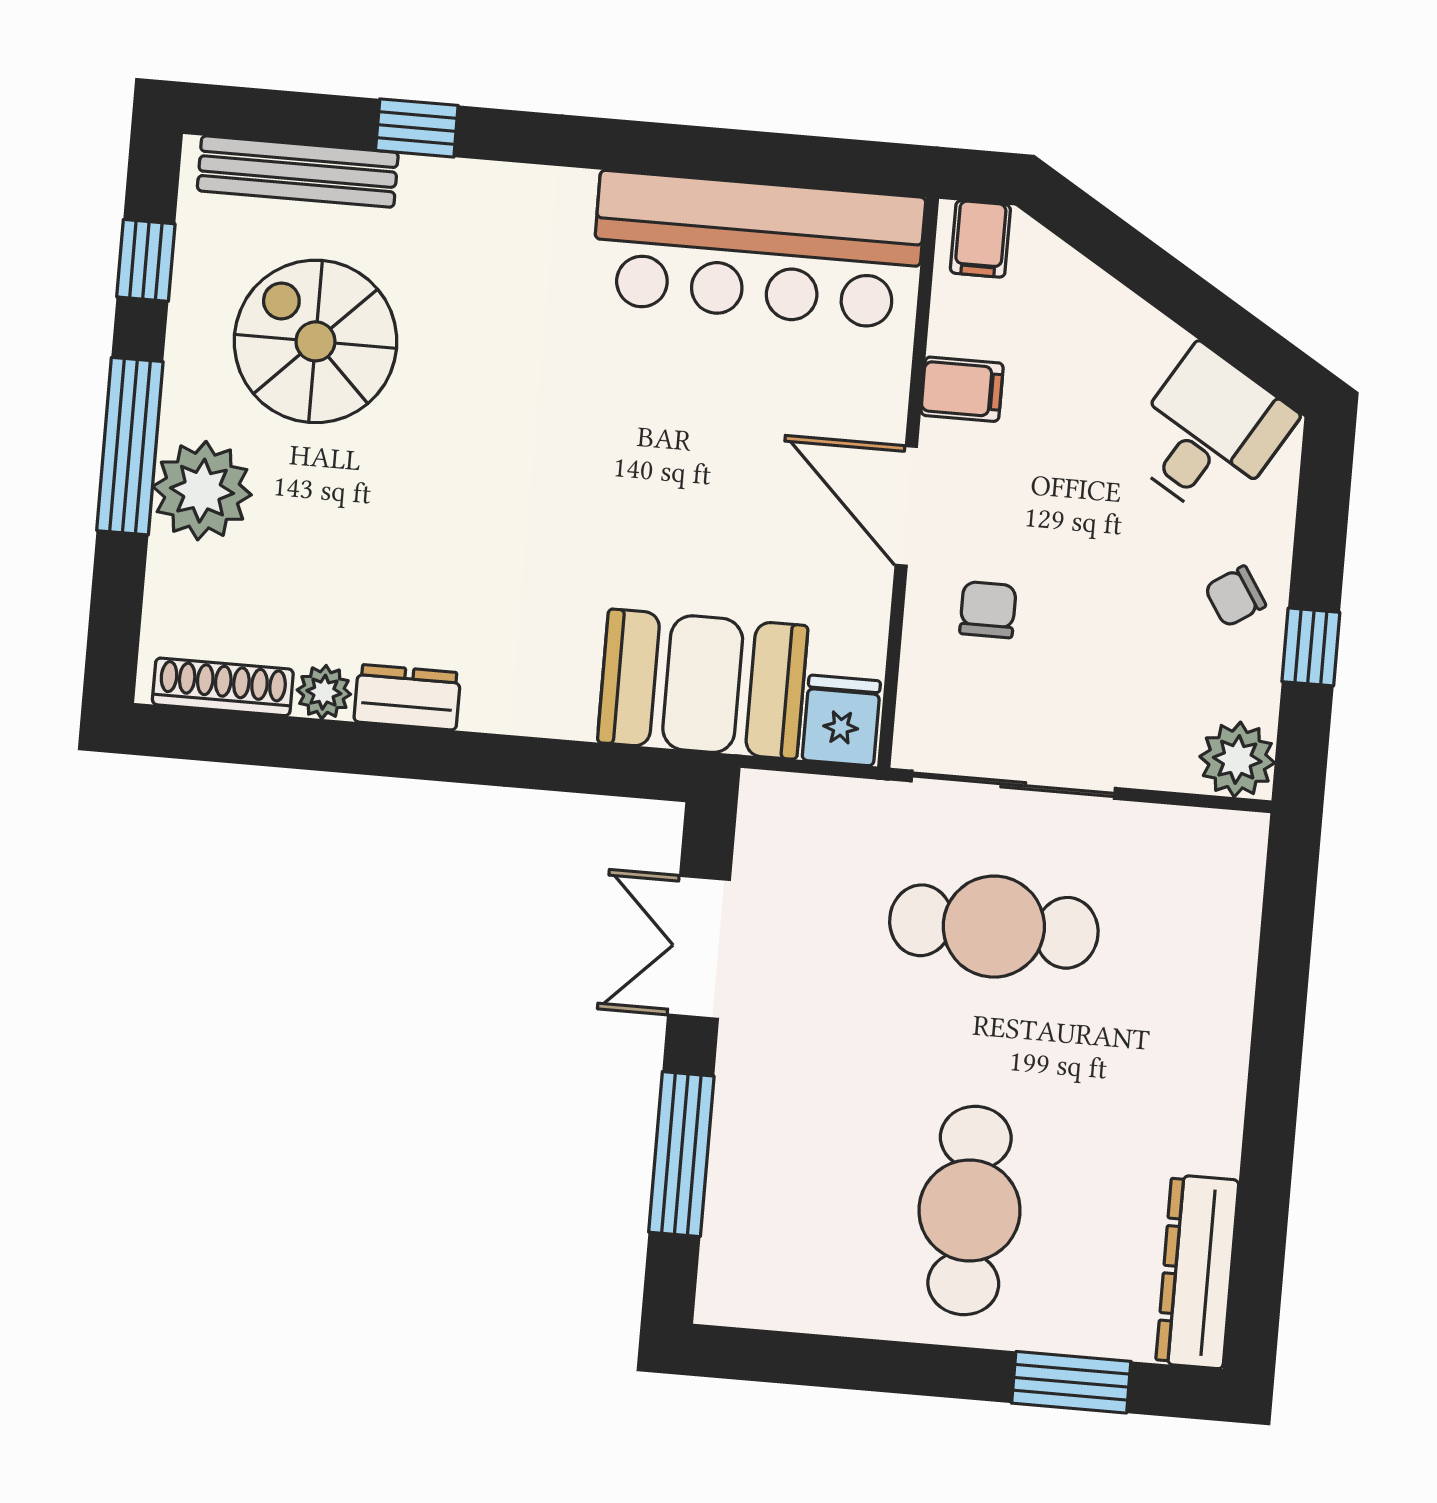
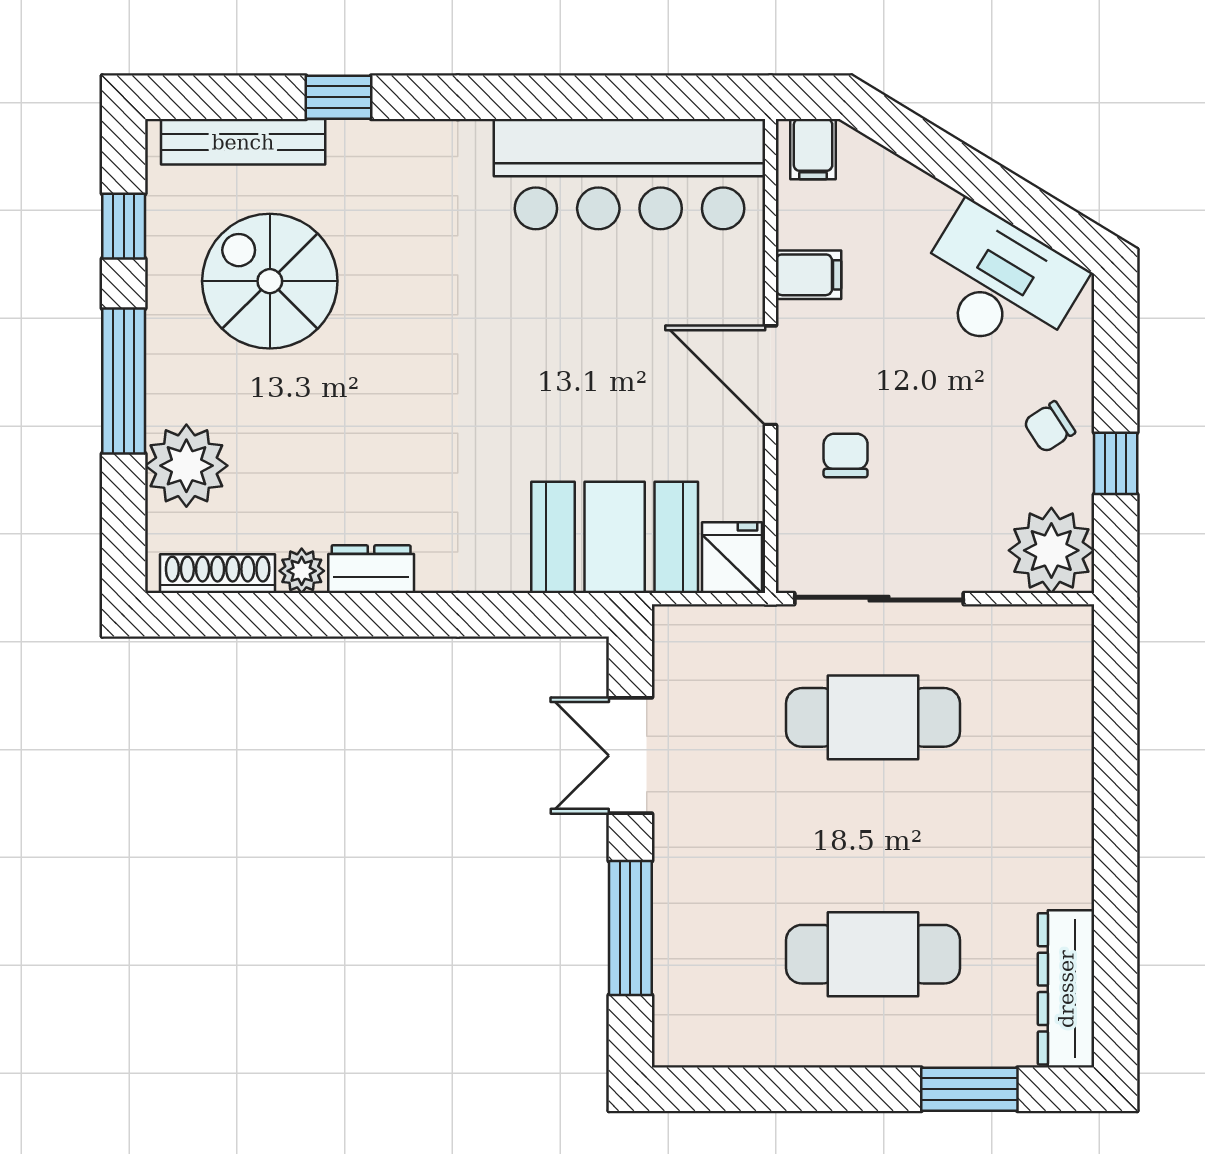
desk: (1209, 433) -> (999, 283), width x1.37
plant: (202, 491) -> (186, 466), moved
plant: (1237, 760) -> (1051, 550), width x1.36, depth x1.36
cafe table: (970, 1210) -> (873, 954), turned 90

